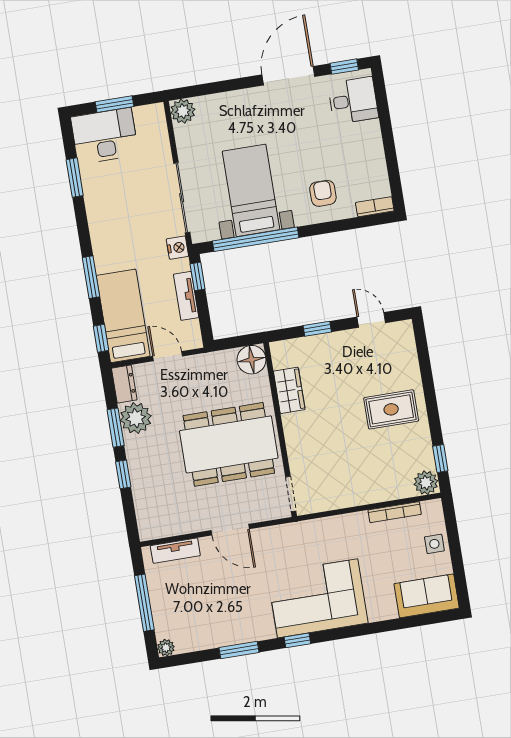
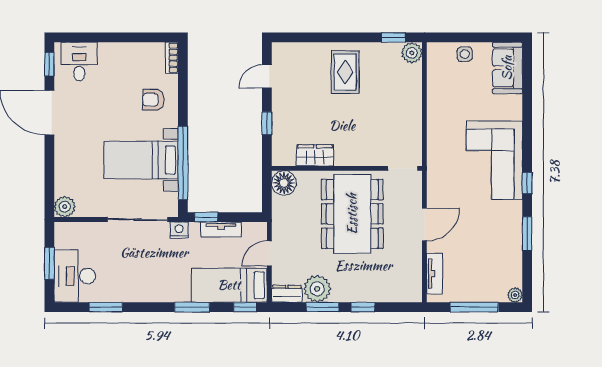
bookcase: (395, 512) -> (432, 83), removed

